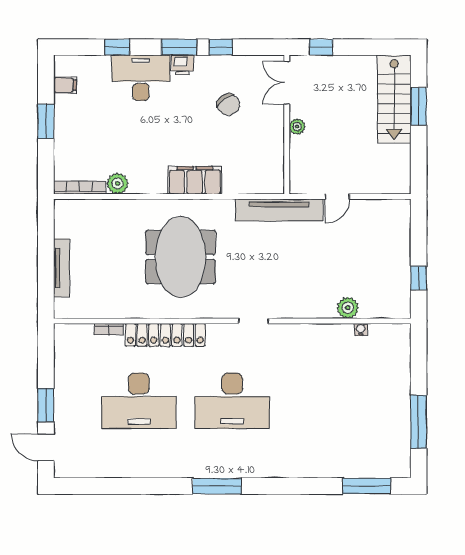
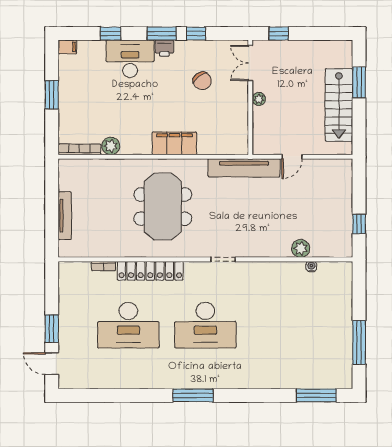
filing cabinet: (65, 85) -> (67, 47), moved
stairs: (394, 99) -> (339, 105), moved

